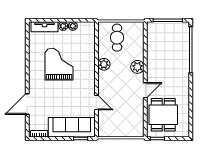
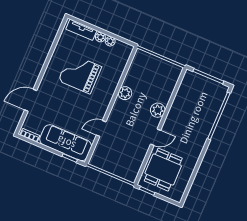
cafe table: (117, 38) -> (150, 72), removed
grand piano: (59, 64) -> (80, 74), turned -90
door: (96, 102) -> (101, 128), swing flipped

